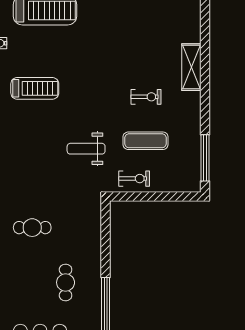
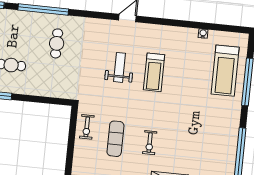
treadmill: (35, 88) -> (154, 72), moved
weight bench: (86, 149) -> (120, 67), moved

